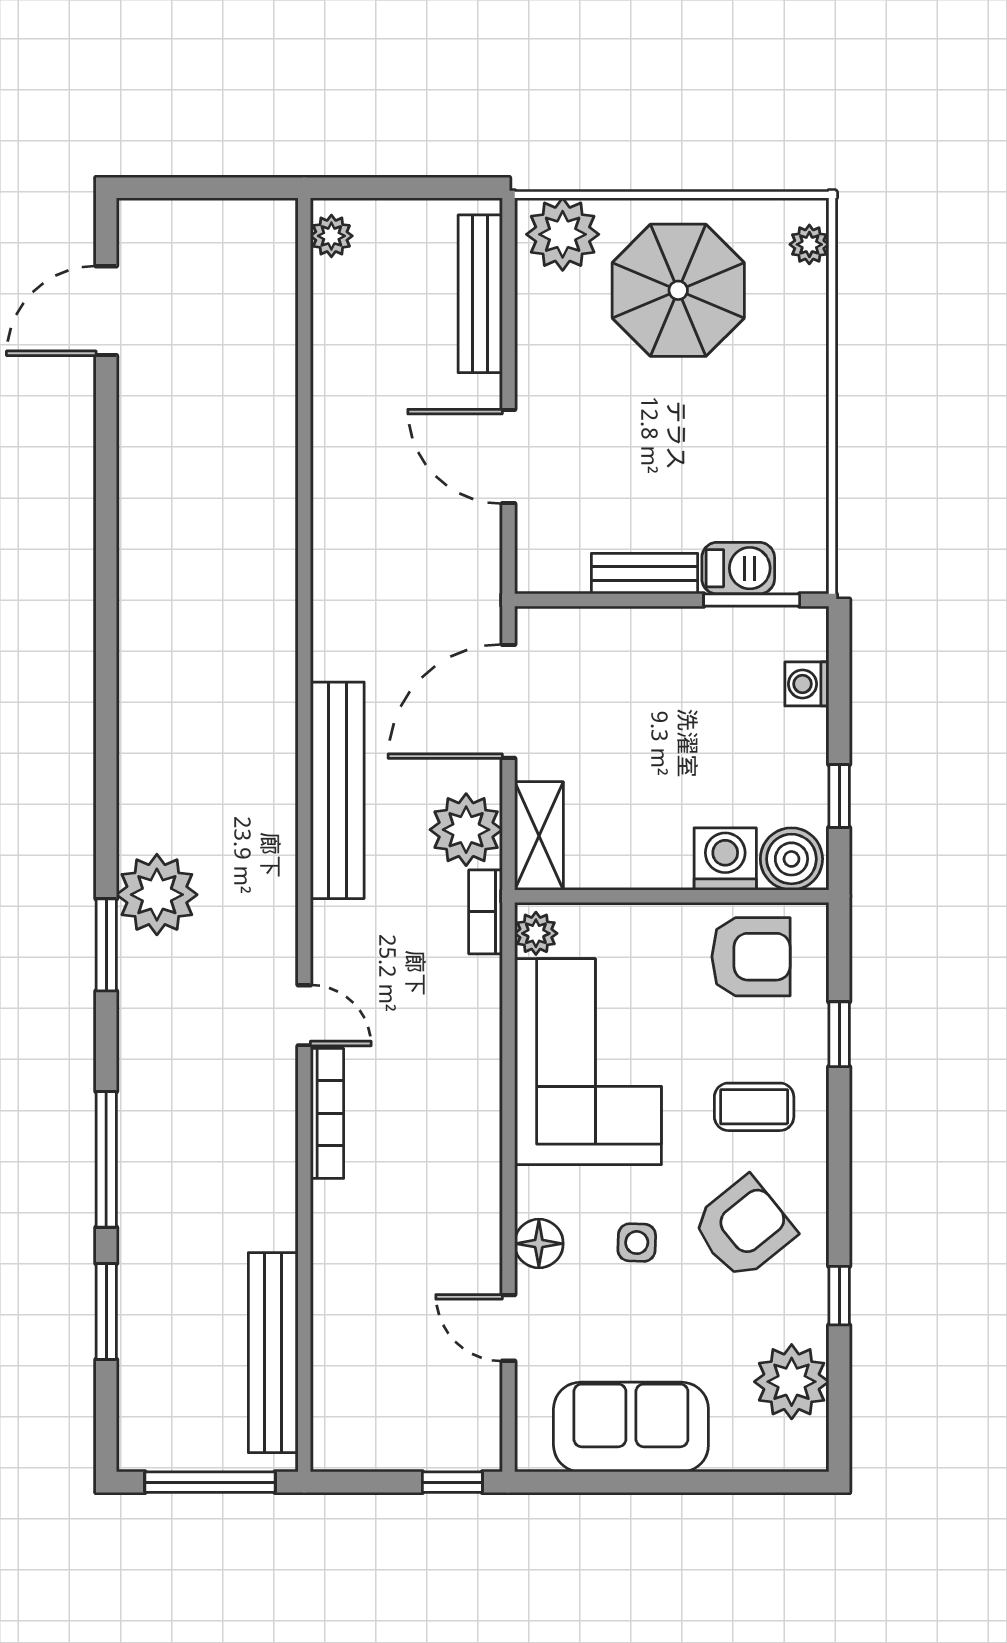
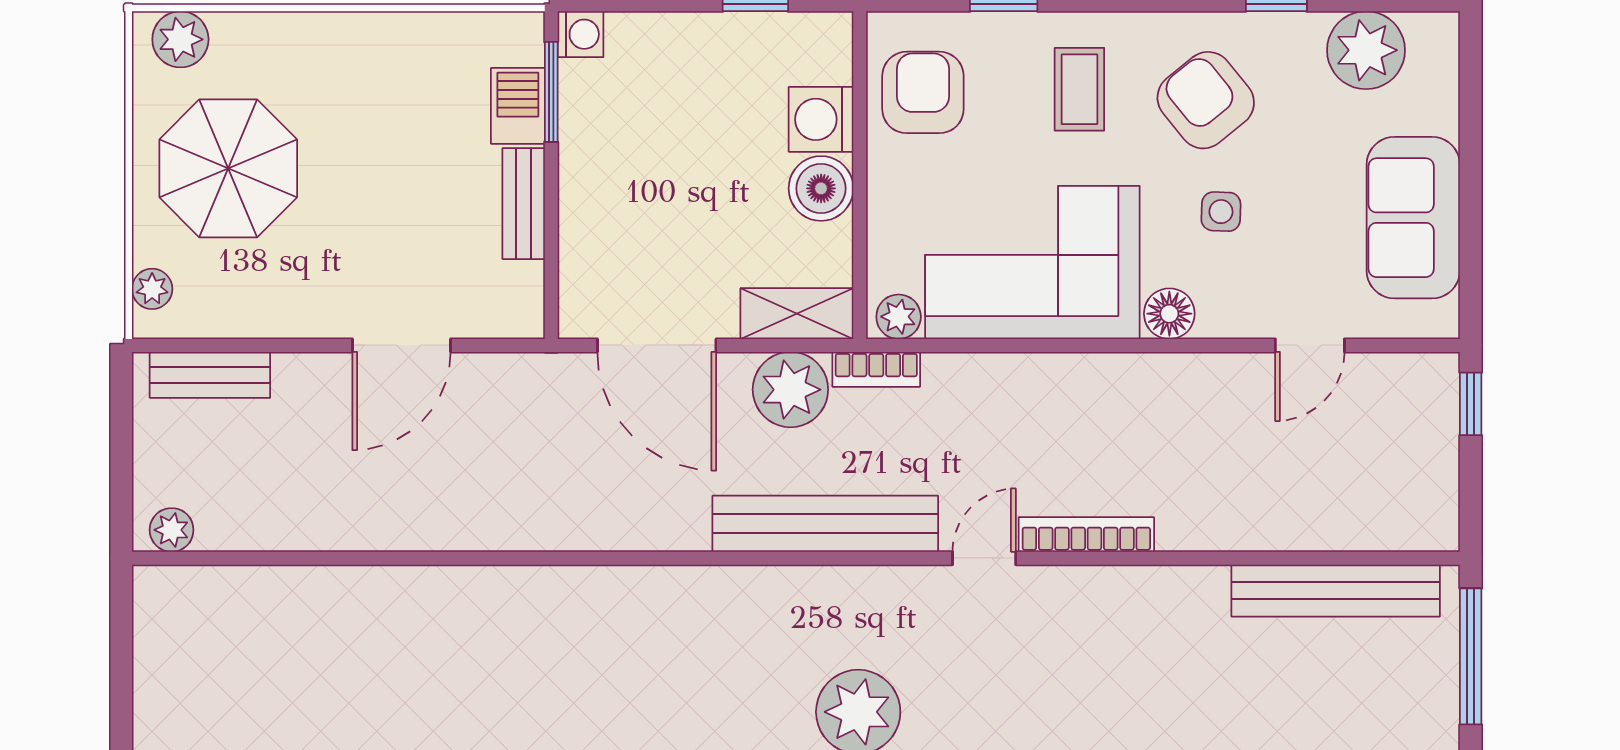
plant: (563, 234) -> (152, 289), width x0.53, depth x0.53
plant: (809, 244) -> (180, 39), width x1.38, depth x1.38
bench: (480, 294) -> (210, 375), width x0.73
washing machine: (807, 684) -> (581, 34), moved, turned -90
bench: (337, 790) -> (825, 524), moved
boiler: (791, 859) -> (821, 188), moved
floor lamp: (539, 1244) -> (1169, 314), moved

